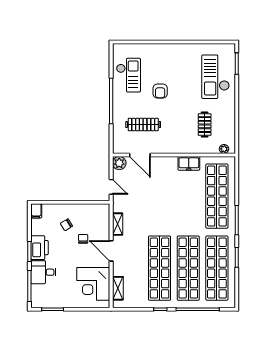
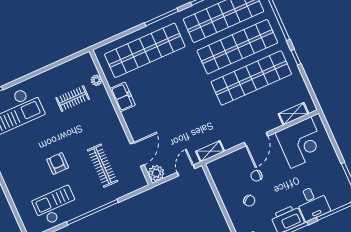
armchair: (160, 91) -> (58, 163), turned -90
plant: (224, 149) -> (96, 80), moved
shelving: (118, 224) -> (210, 151), moved

